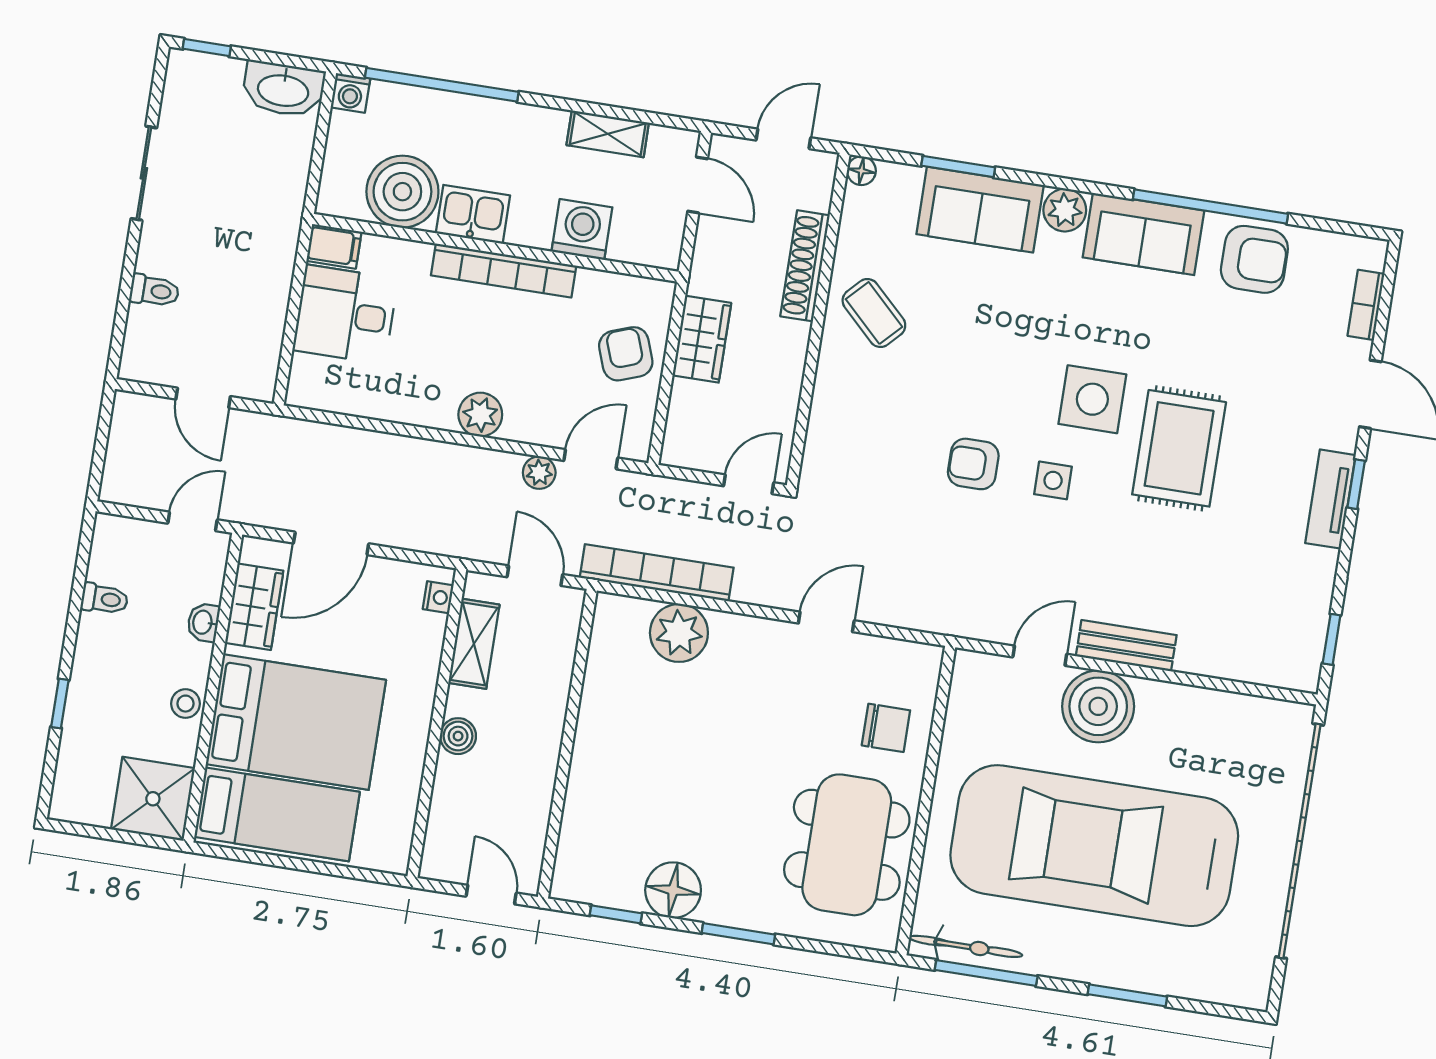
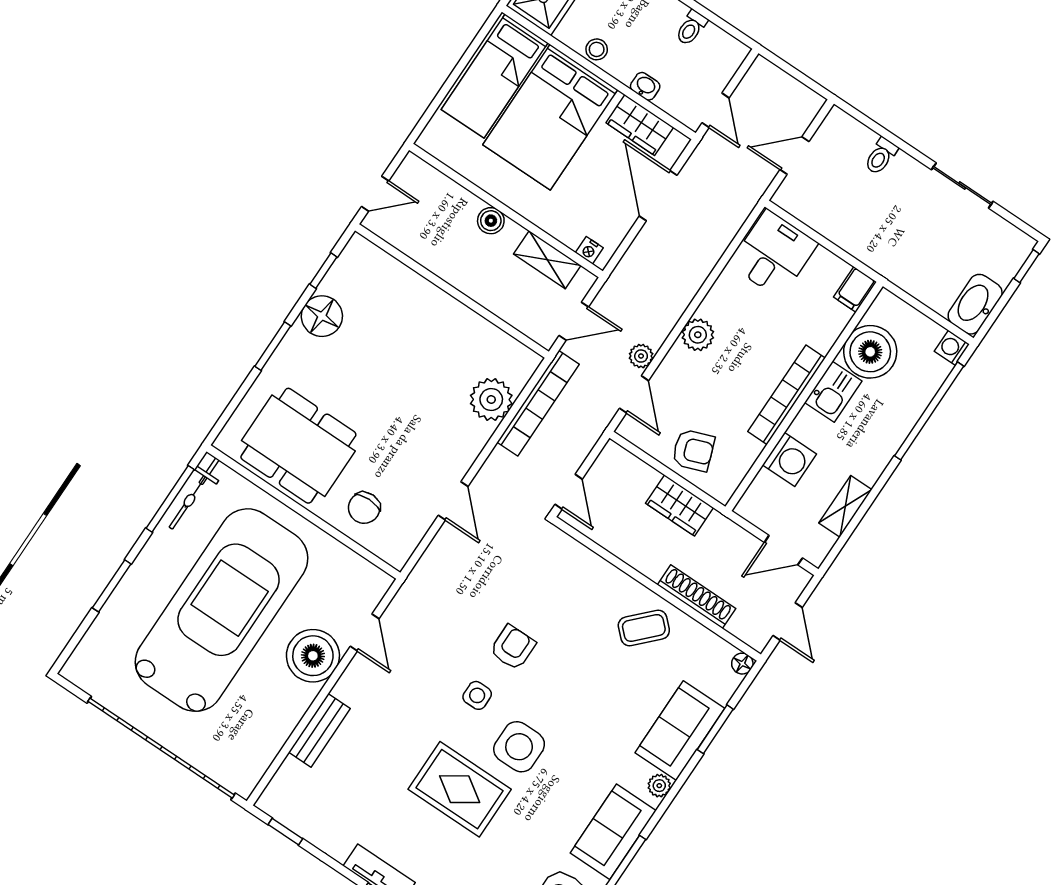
plant: (1065, 210) -> (659, 786), width x0.73, depth x0.73
desk: (345, 314) -> (774, 254), moved
bench: (1126, 646) -> (320, 730), moved

